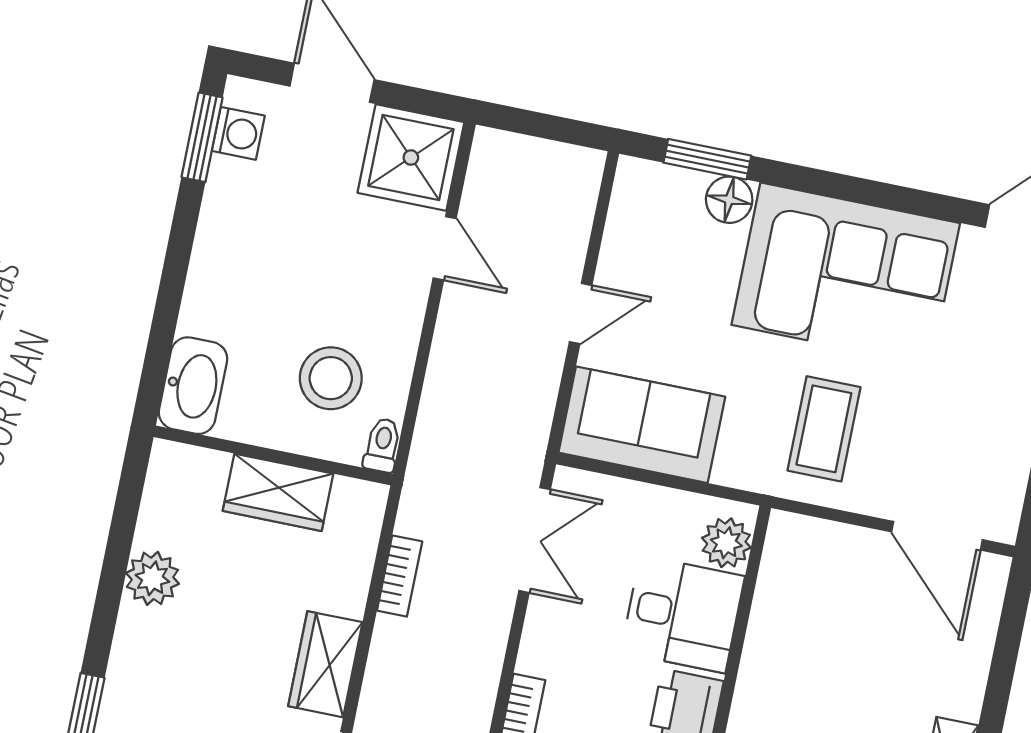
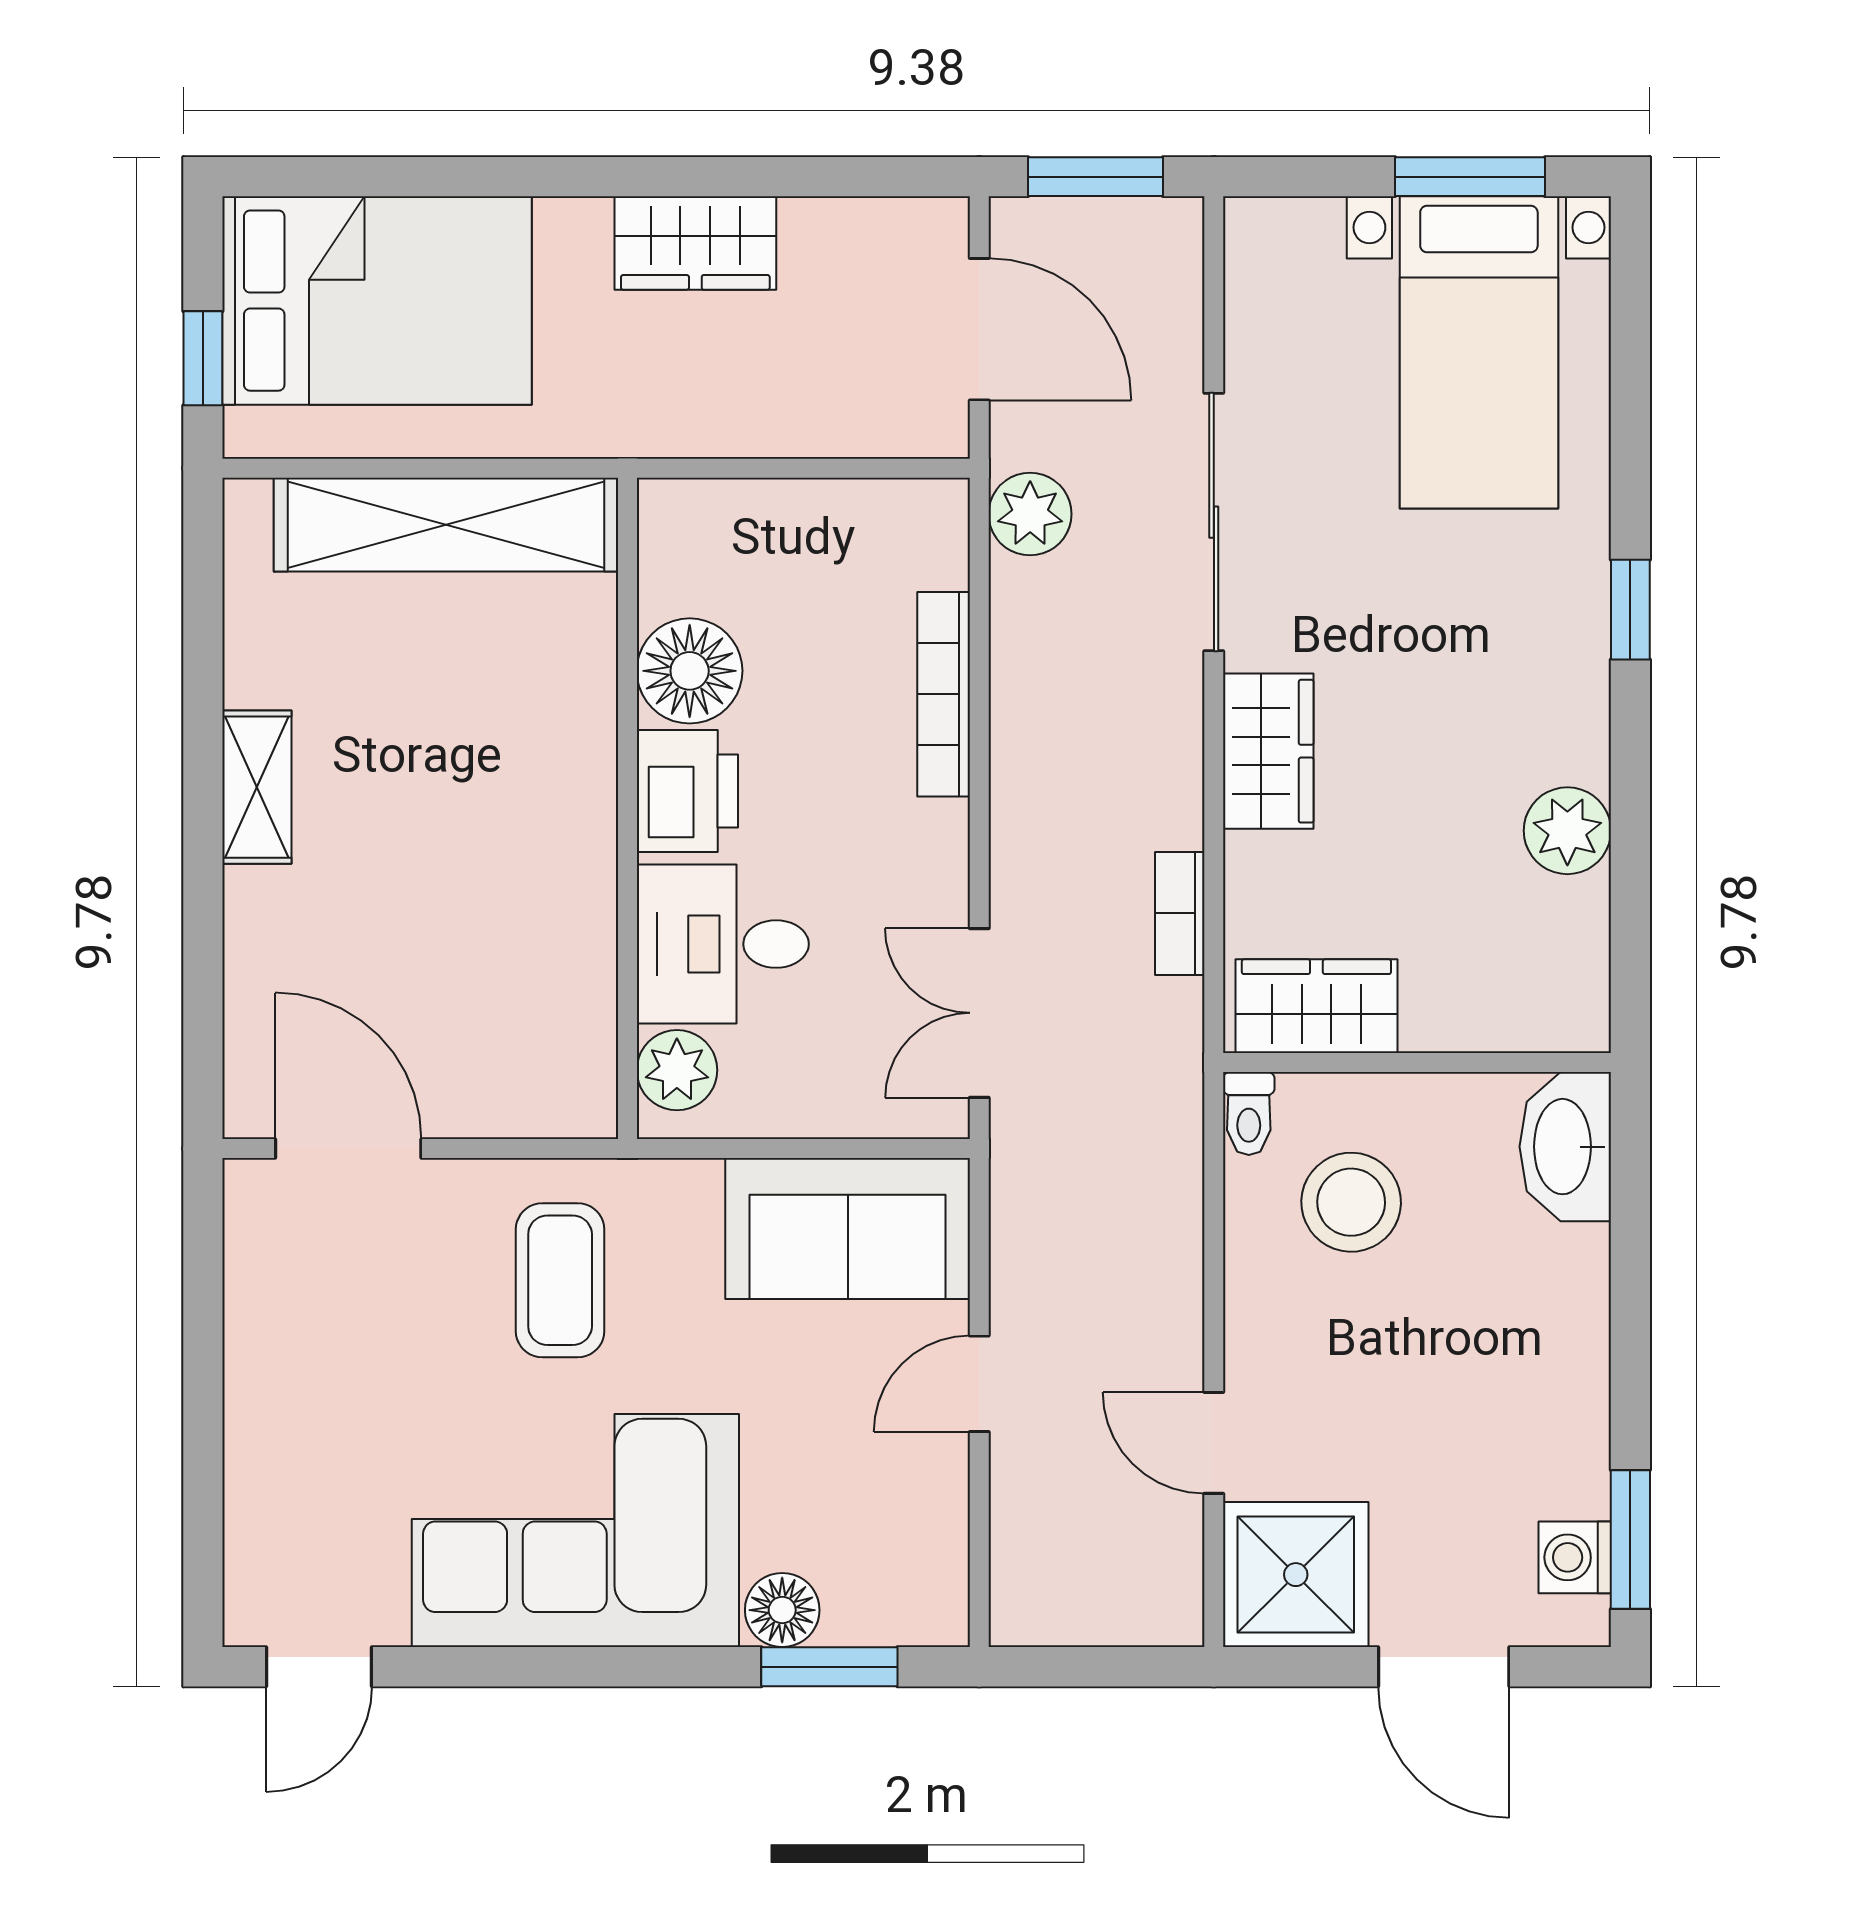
wardrobe: (278, 492) -> (1316, 1006), moved

